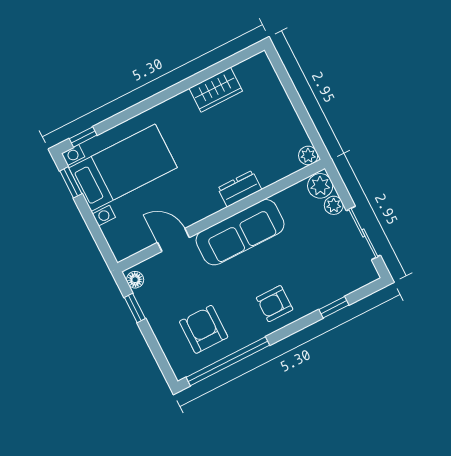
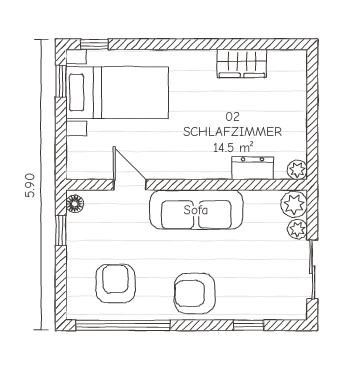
dresser: (240, 189) -> (252, 168), moved
armchair: (275, 304) -> (195, 293), width x1.38, depth x1.38

